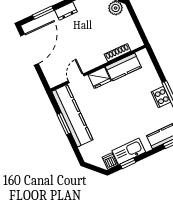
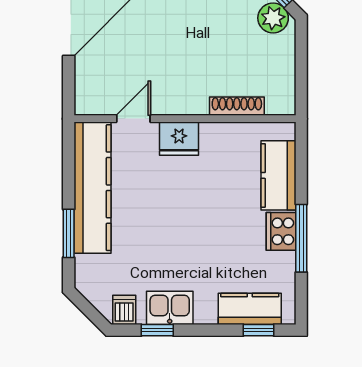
kitchen counter: (123, 67) -> (278, 175), moved, turned 90
window: (64, 124) -> (69, 233), moved
kitchen sink: (129, 151) -> (170, 308), width x0.73

